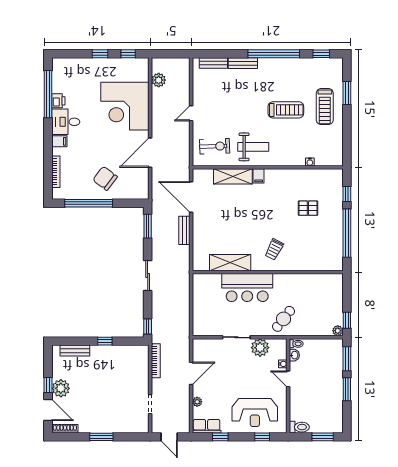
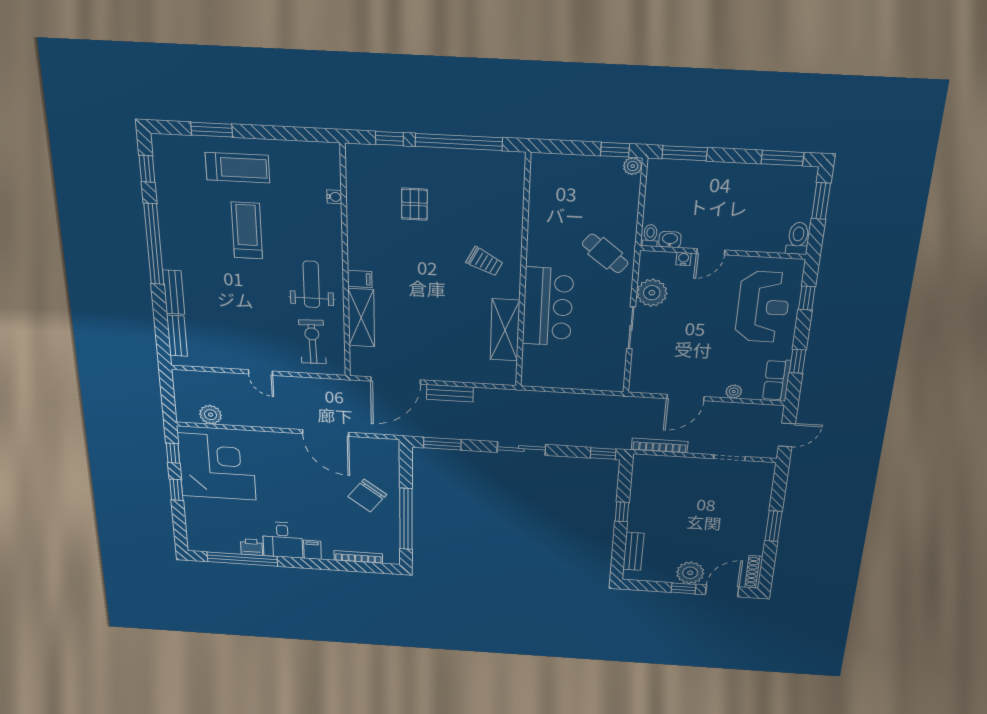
corner desk: (125, 106) -> (217, 467), moved, turned -90
door: (191, 373) -> (685, 398), swing flipped
window: (347, 389) -> (782, 158), moved

